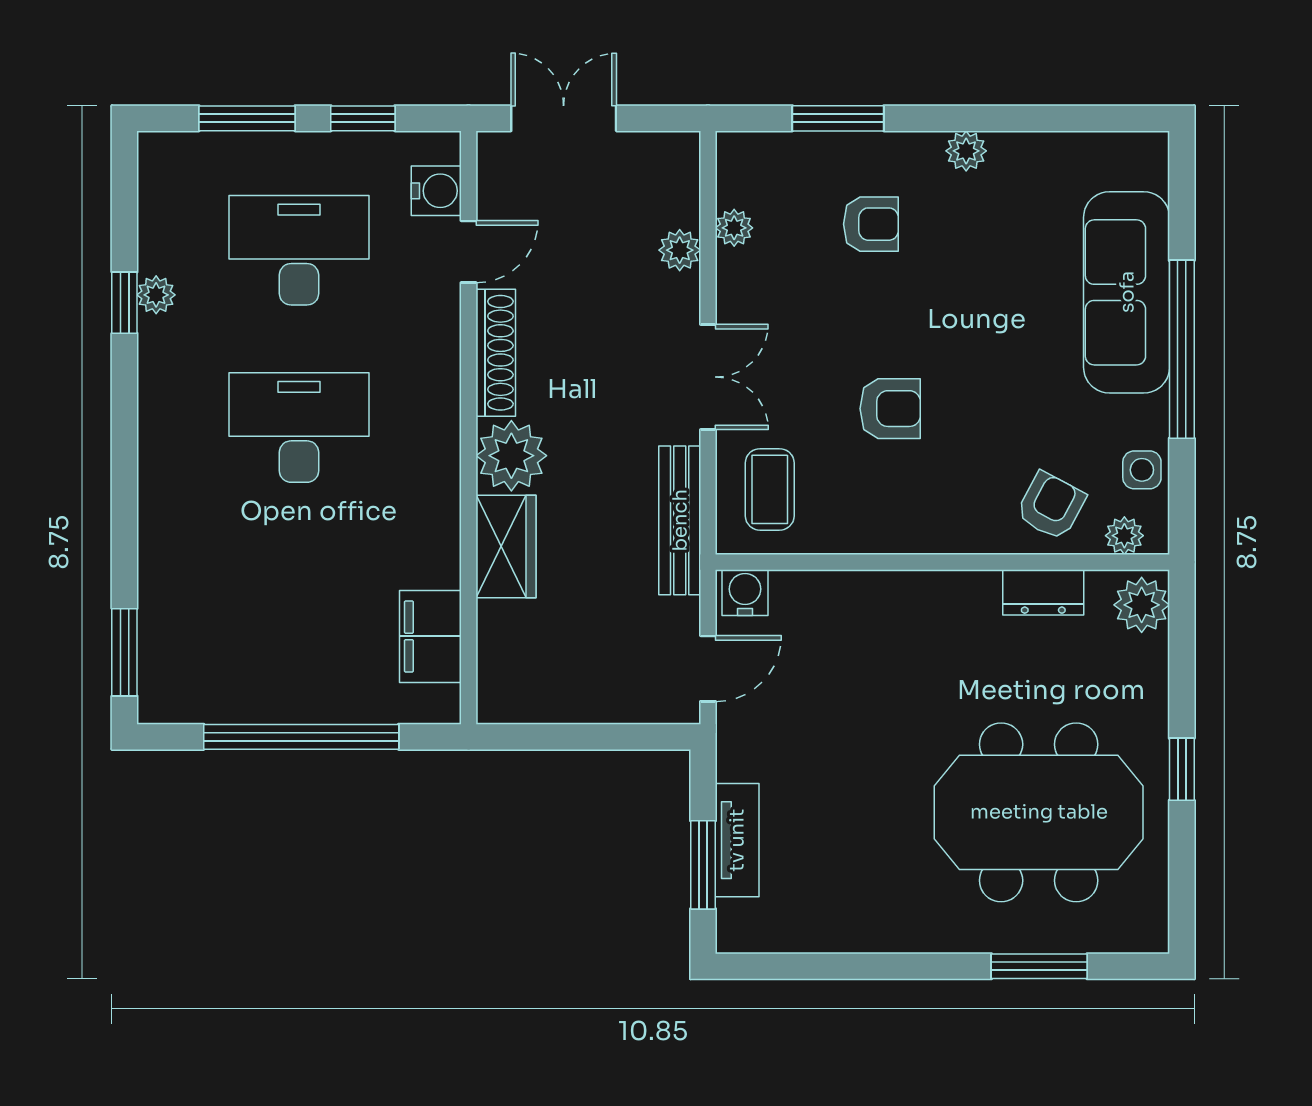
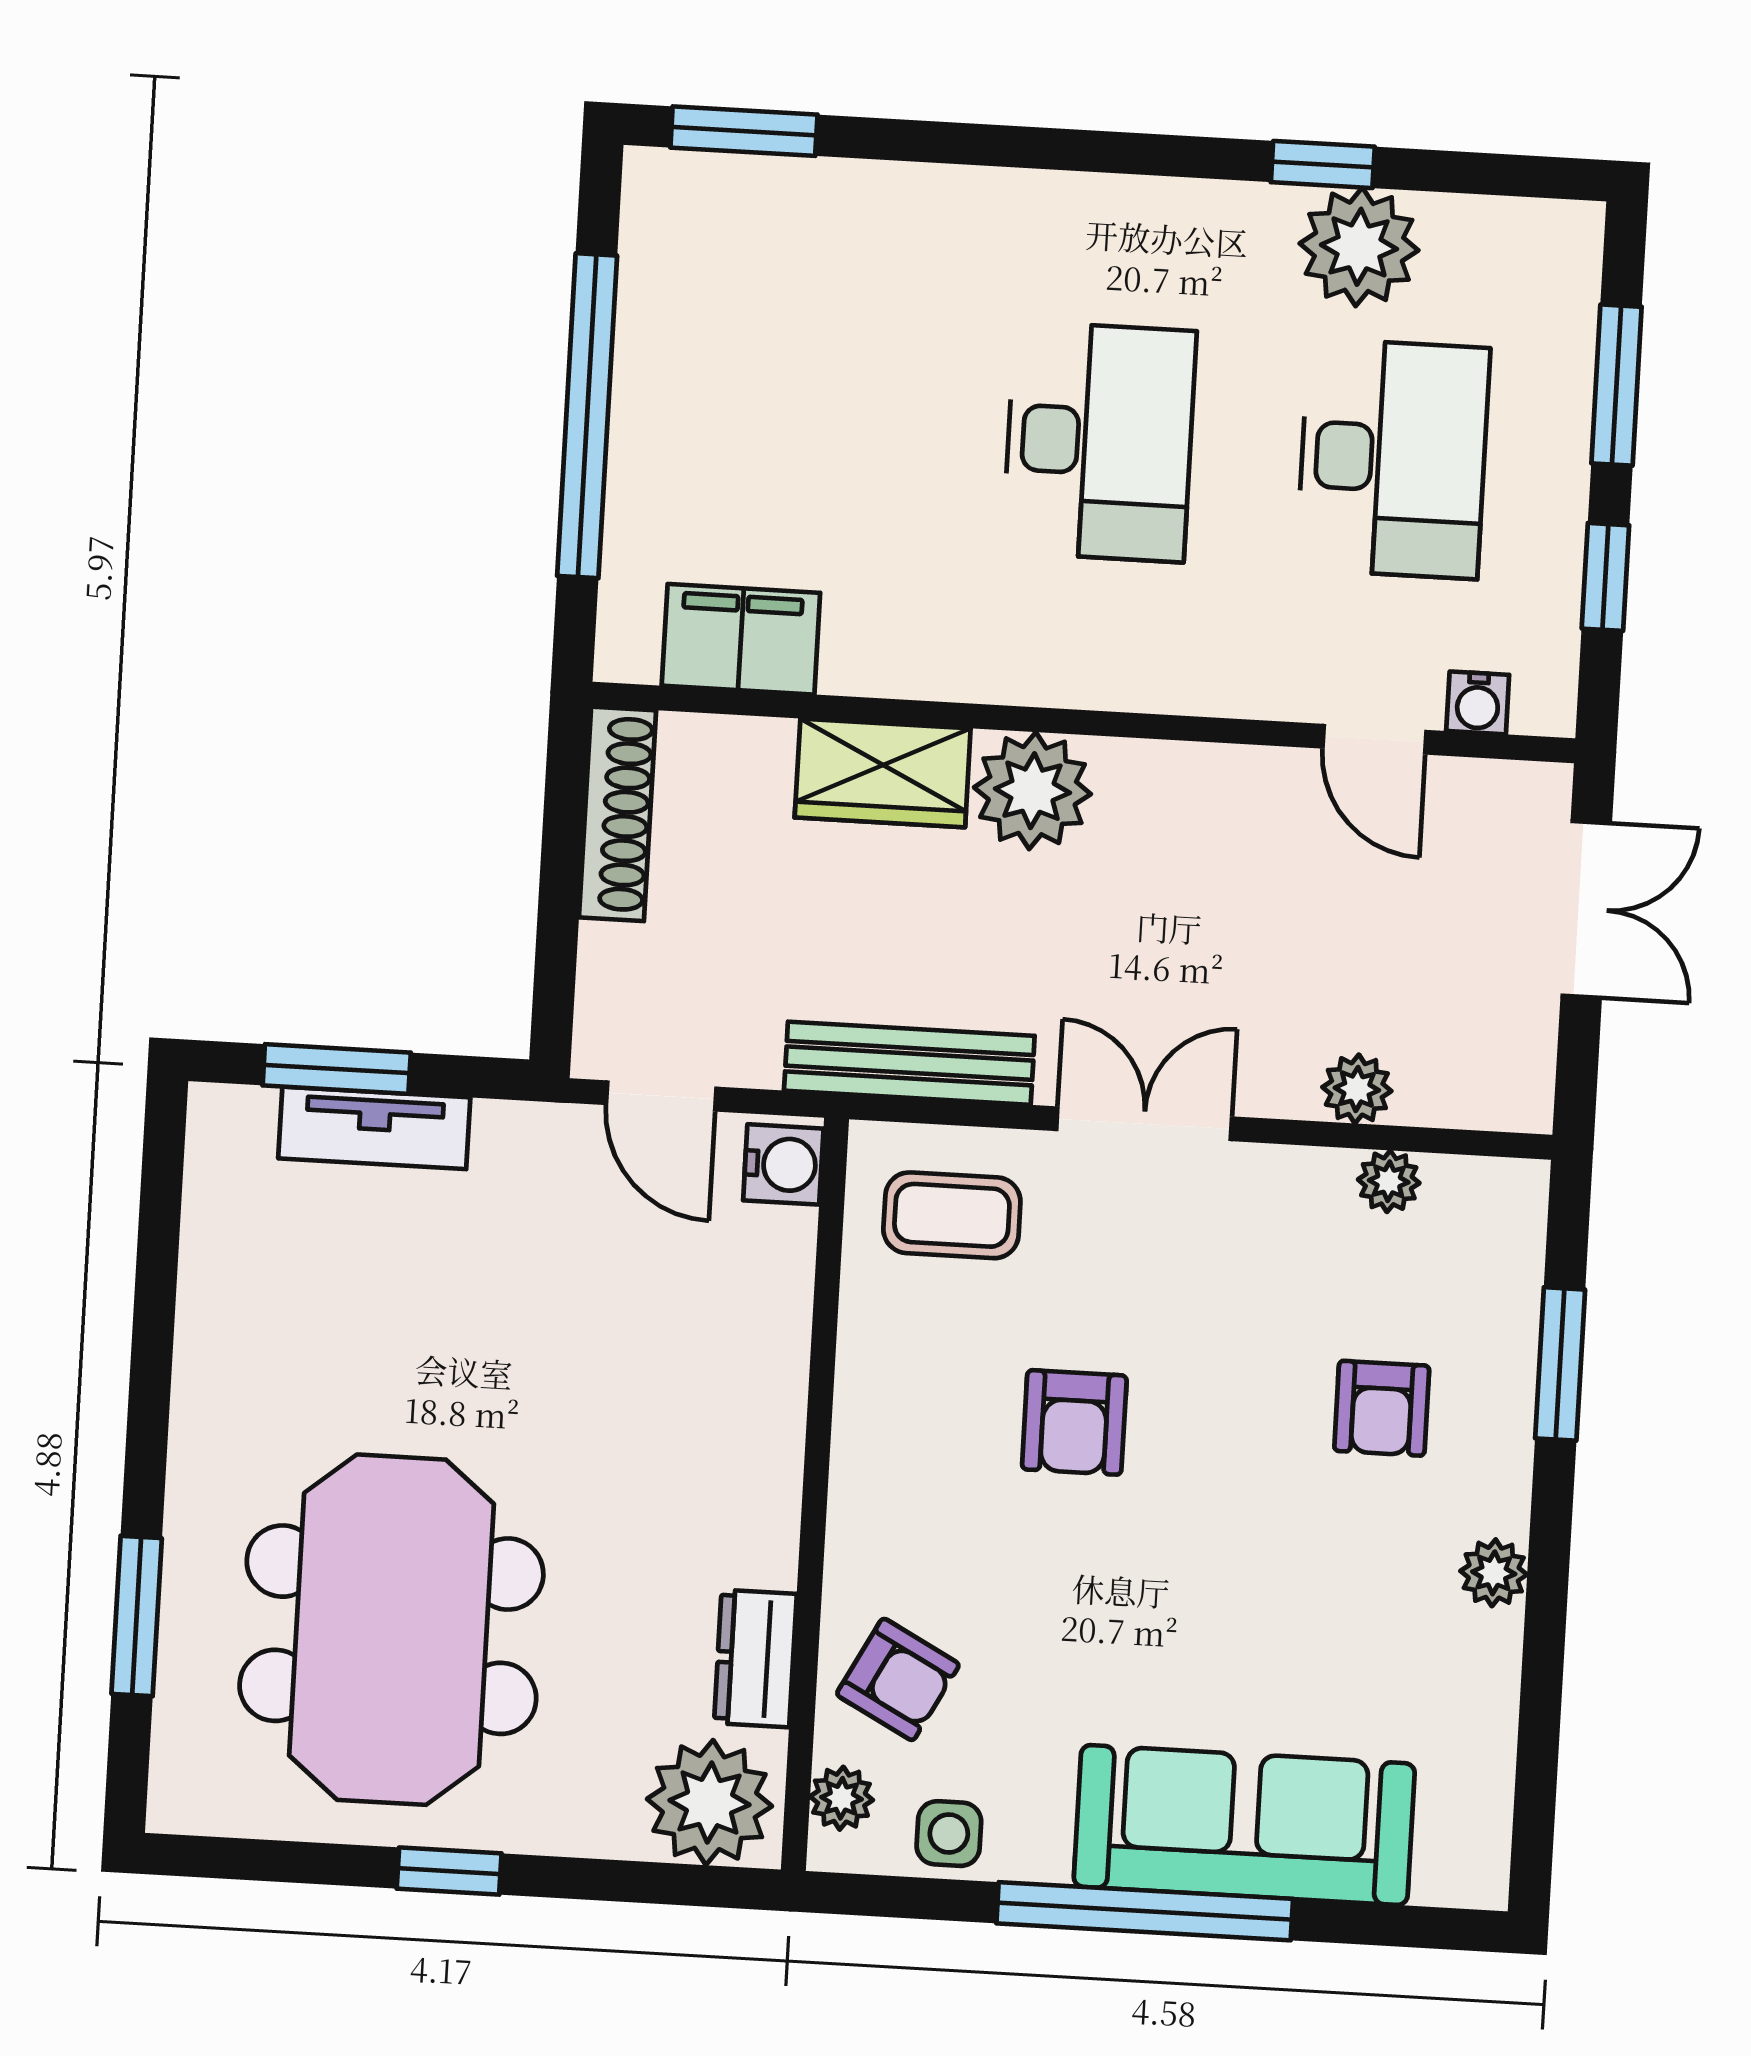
water cooler: (436, 191) -> (1478, 703), width x0.72, depth x0.72
plant: (156, 295) -> (1359, 247), width x1.87, depth x1.87
shoe rack: (496, 353) -> (618, 814), moved, turned -90
double door: (708, 377) -> (1144, 1124), swing flipped
plant: (1142, 605) -> (709, 1803), width x1.36, depth x1.36

